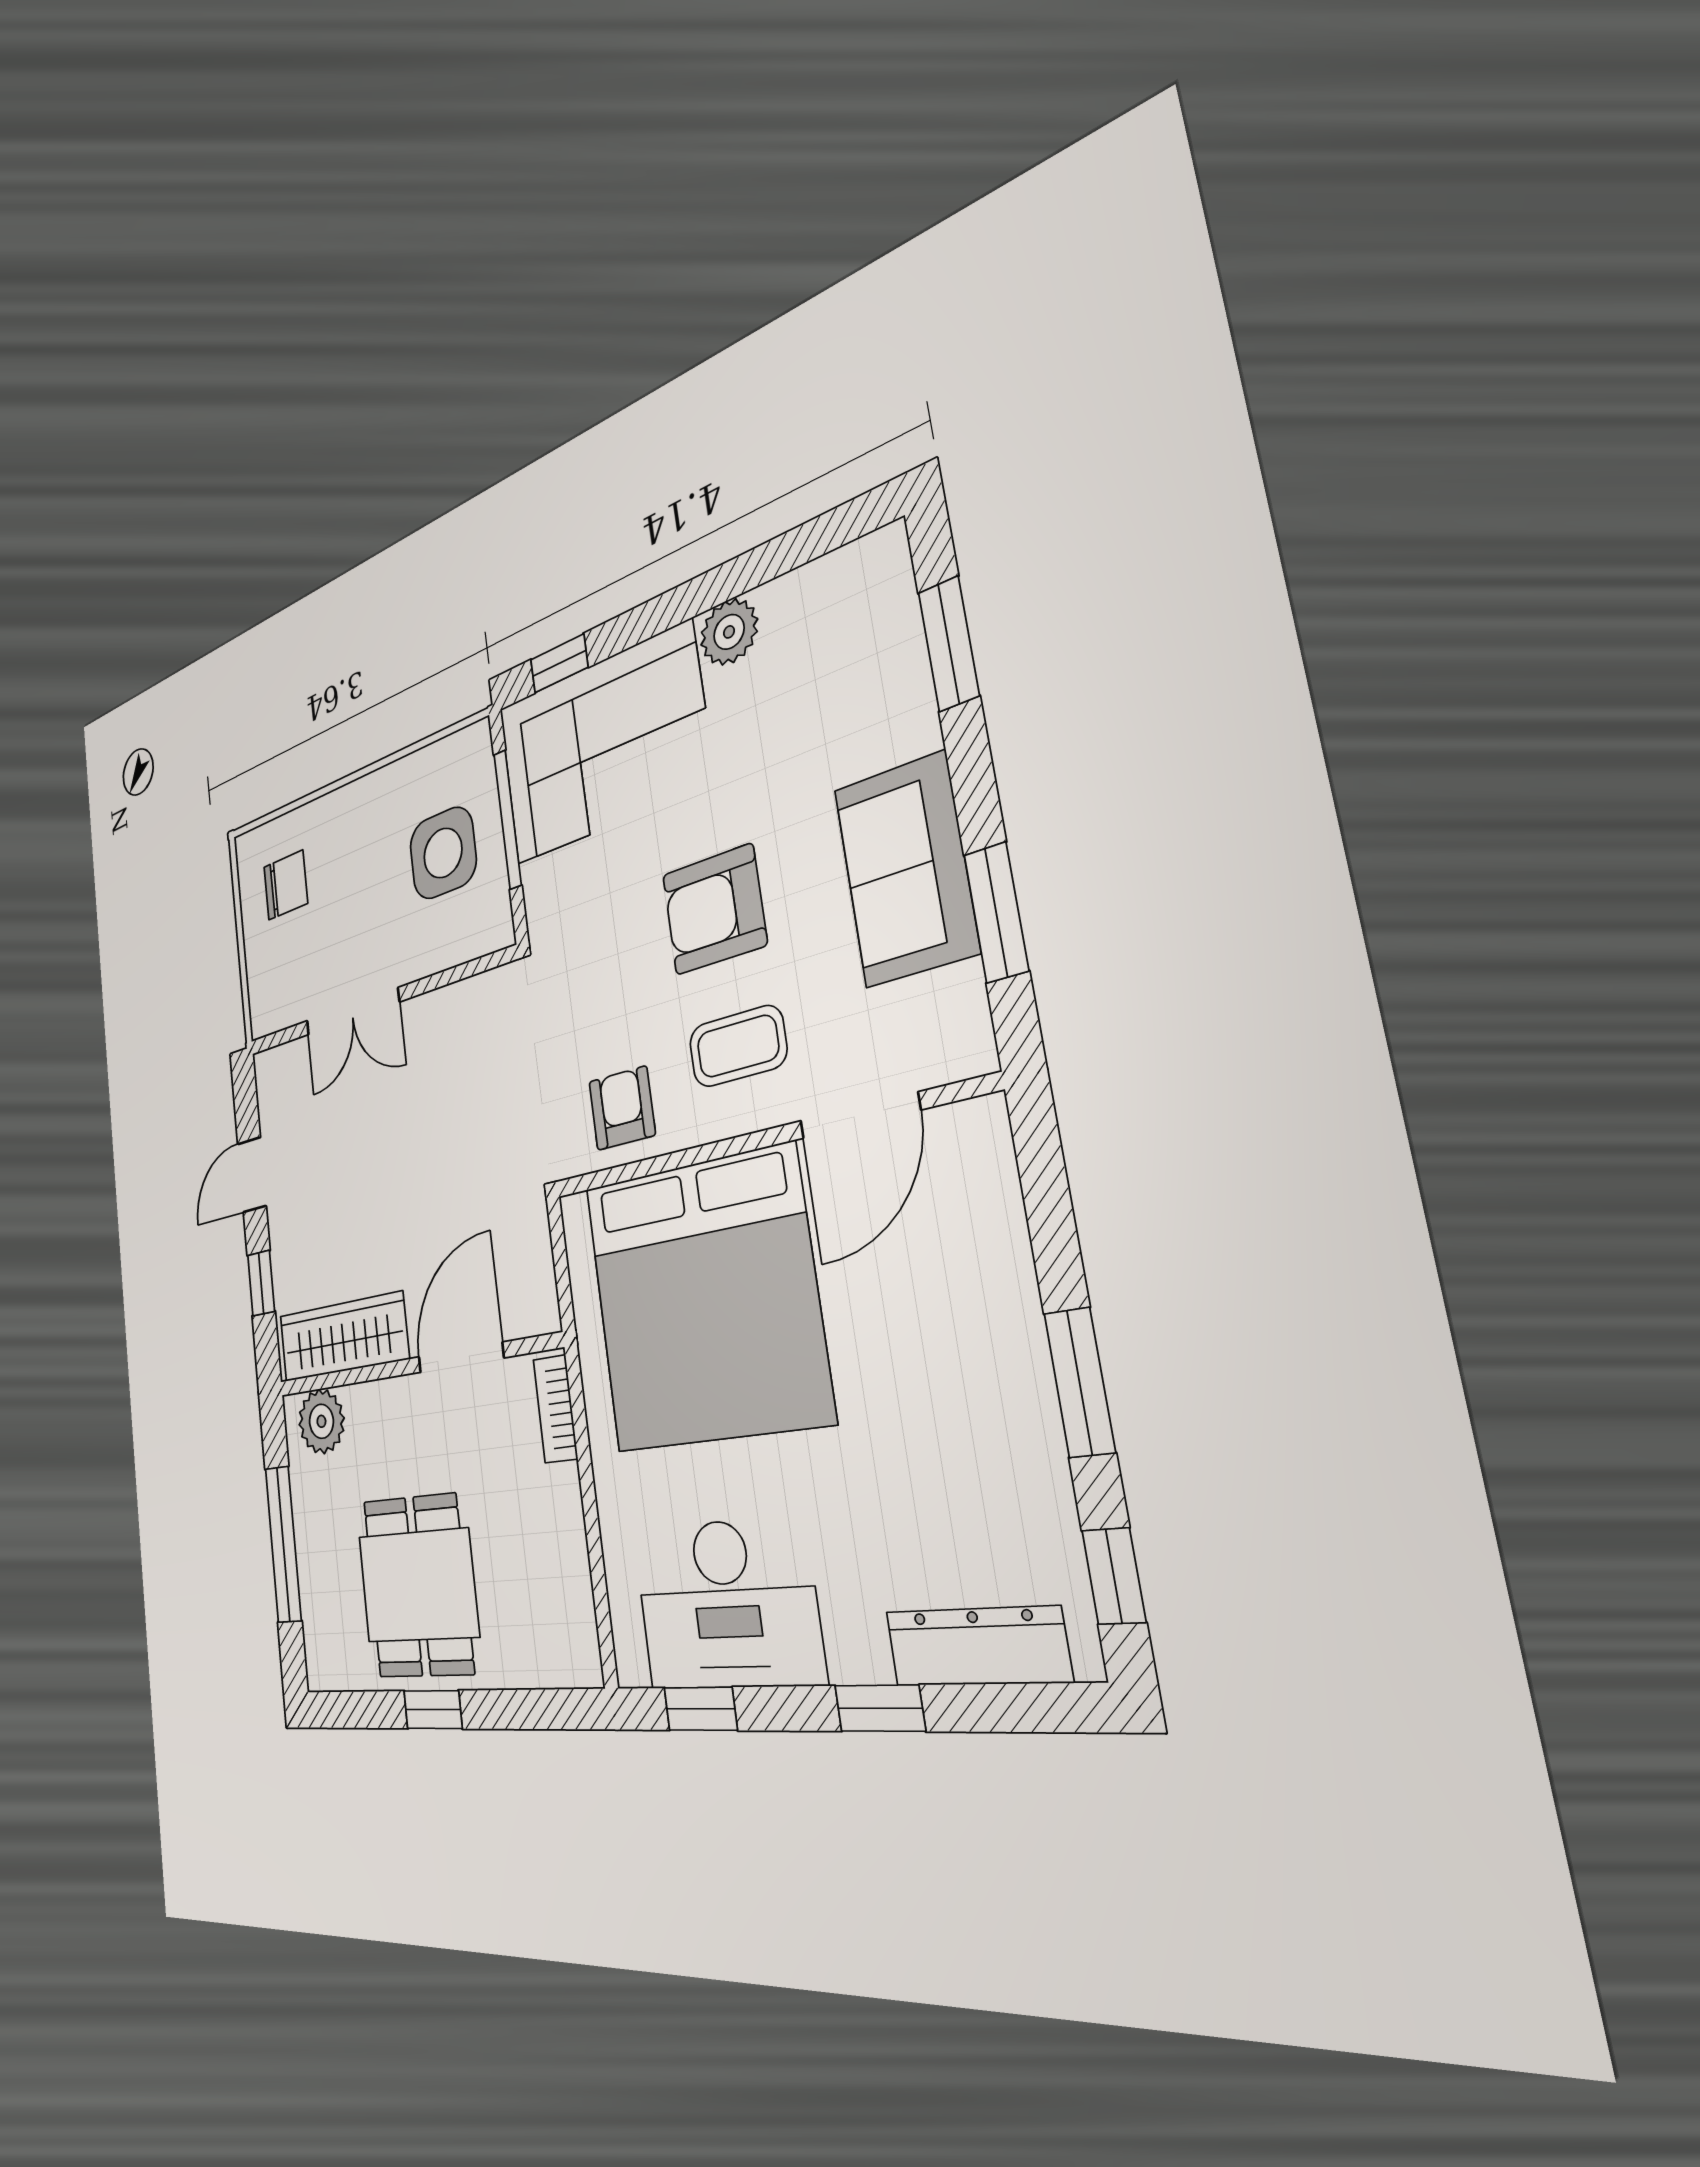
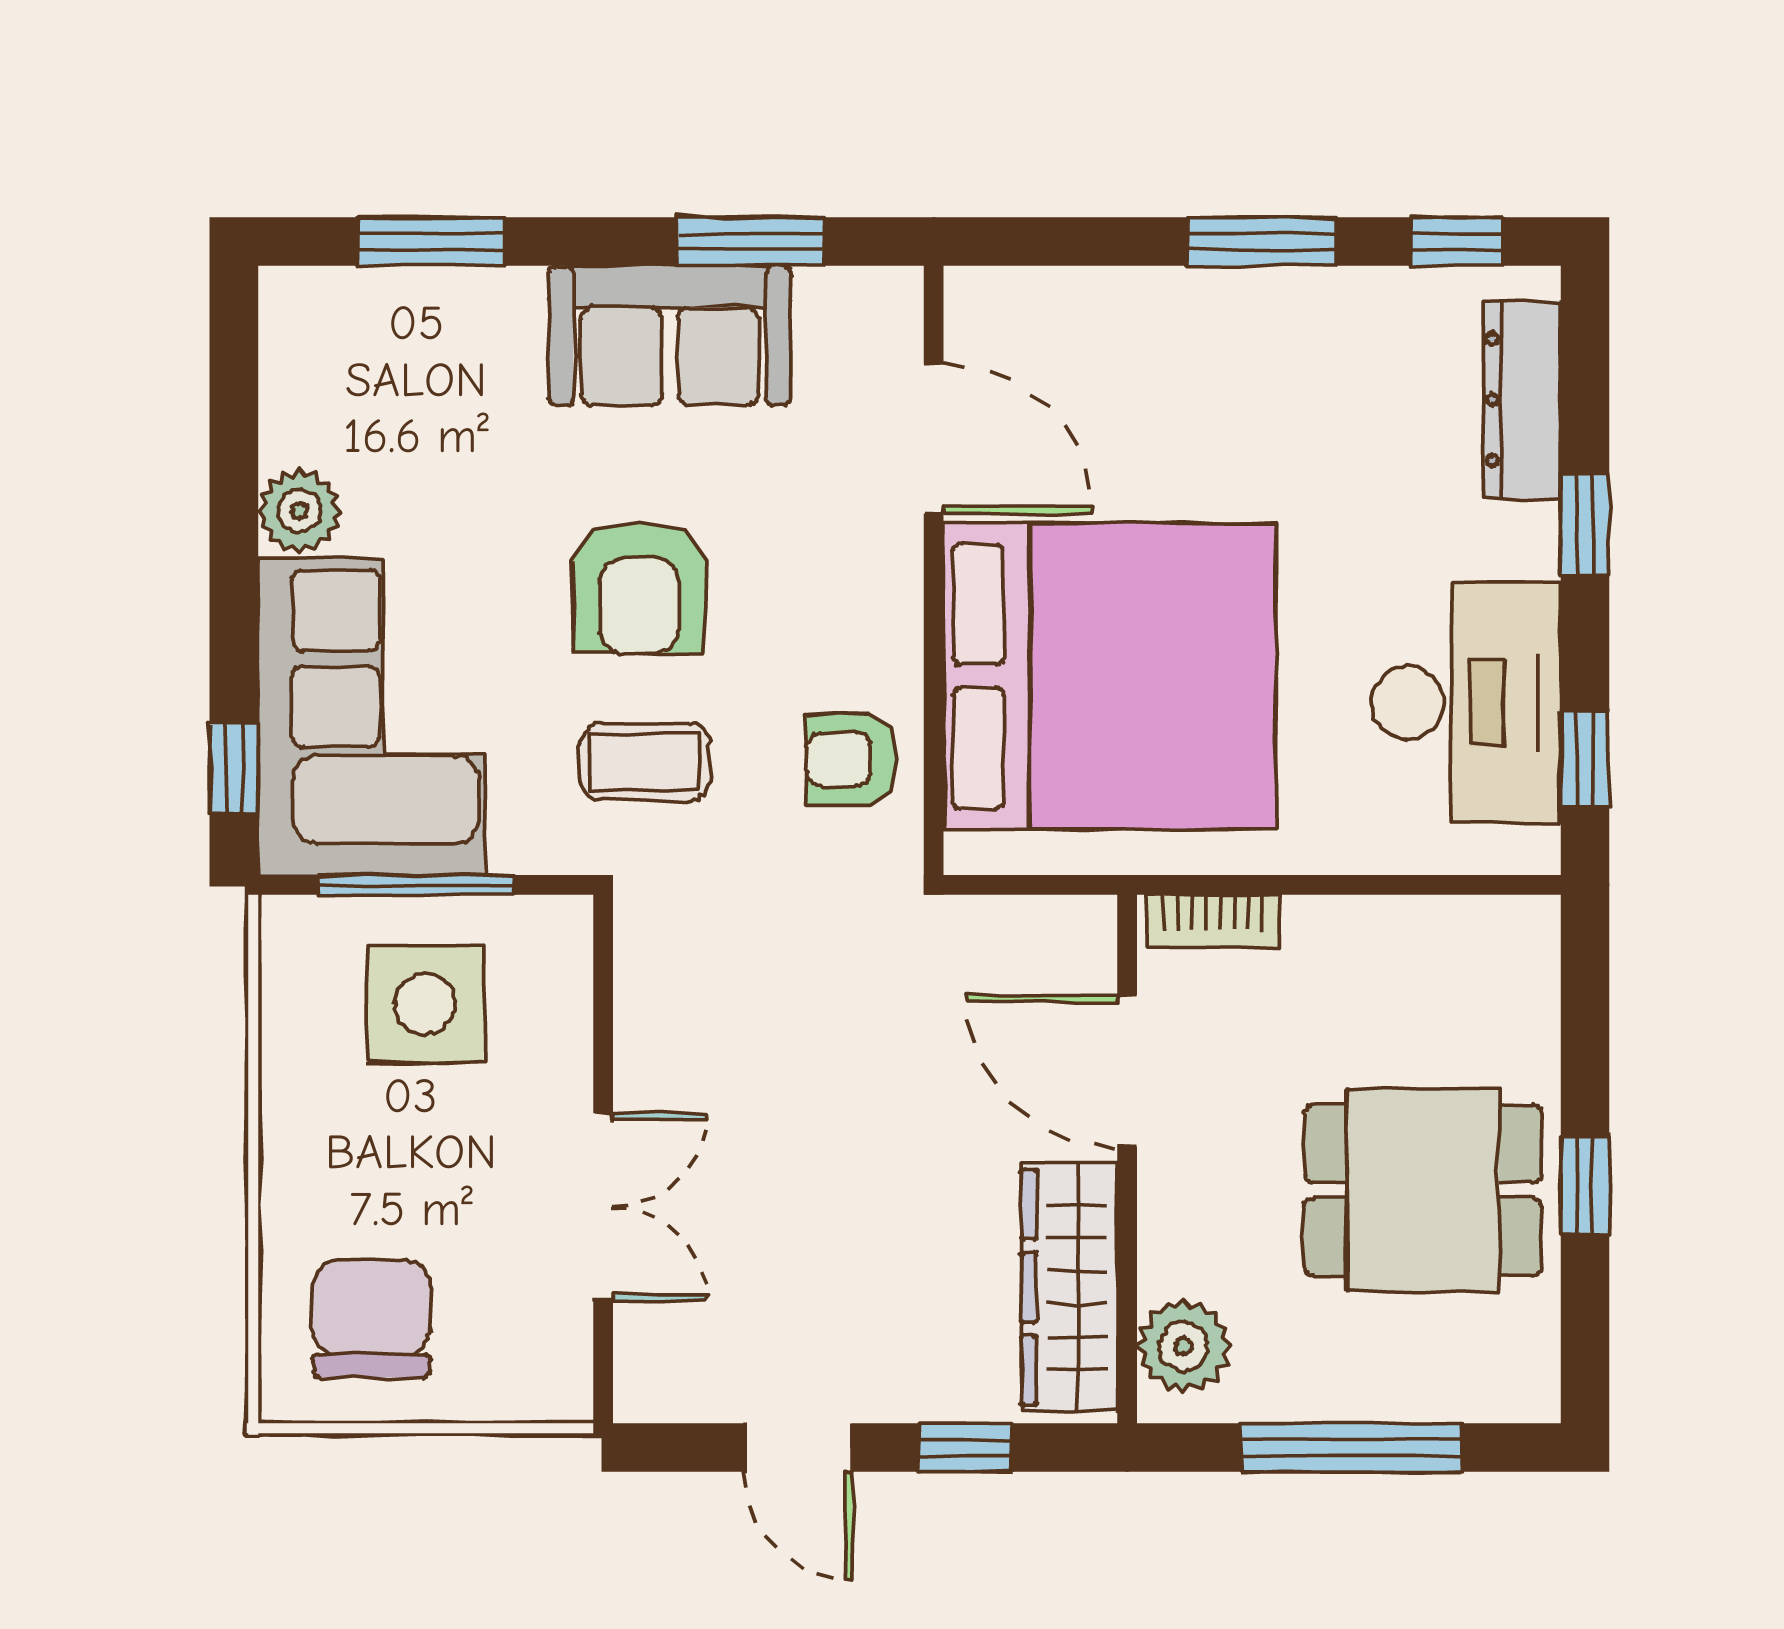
chair: (286, 885) -> (371, 1319), width x1.37, depth x1.37
coffee table: (738, 1046) -> (645, 762), moved, turned 90

